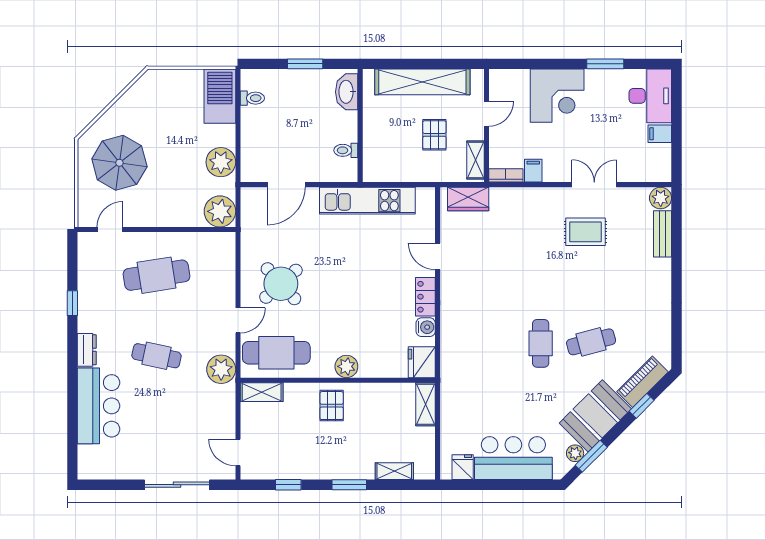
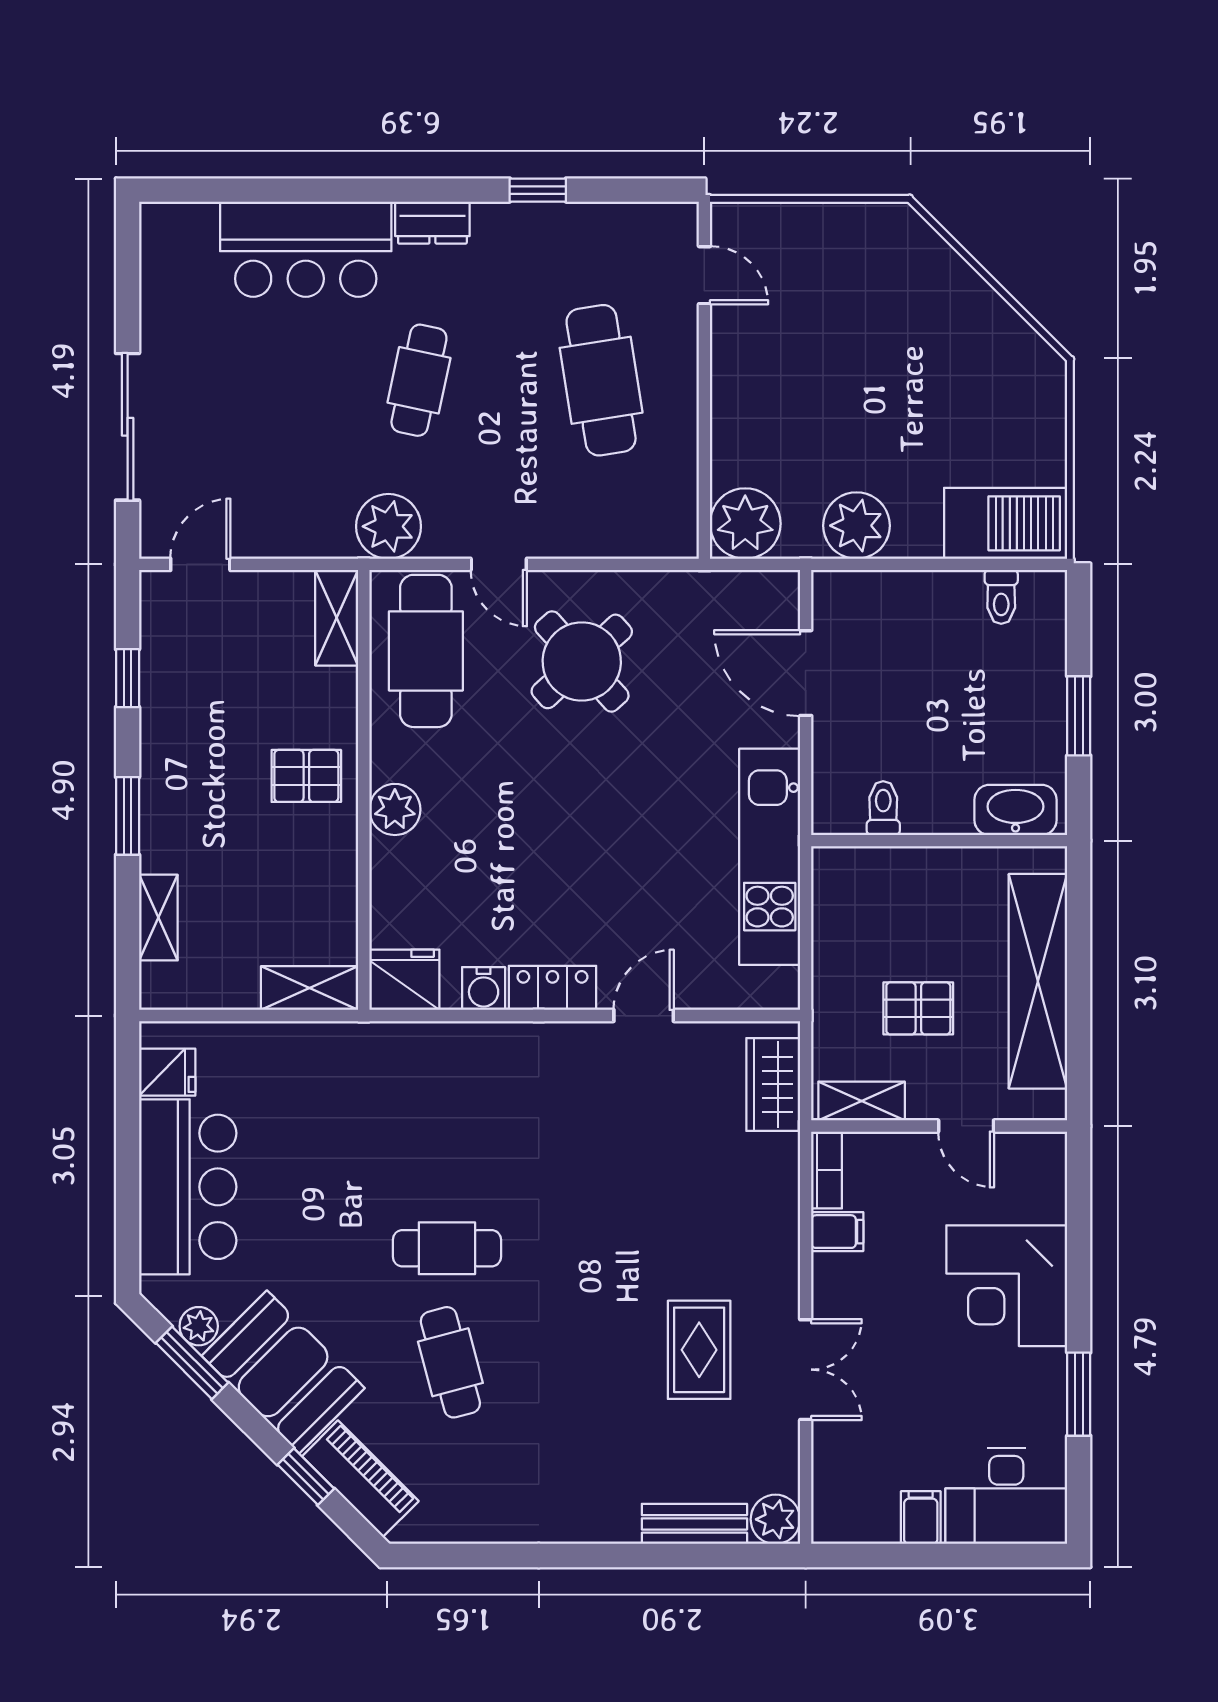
parasol: (119, 163) -> (855, 296), removed

